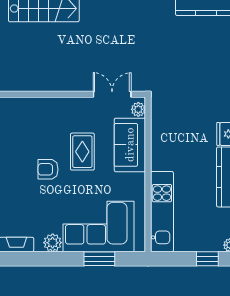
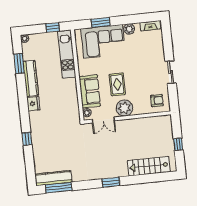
plant: (74, 111) -> (124, 108), added
armchair: (48, 169) -> (157, 101), moved
window: (207, 259) -> (53, 27), moved

